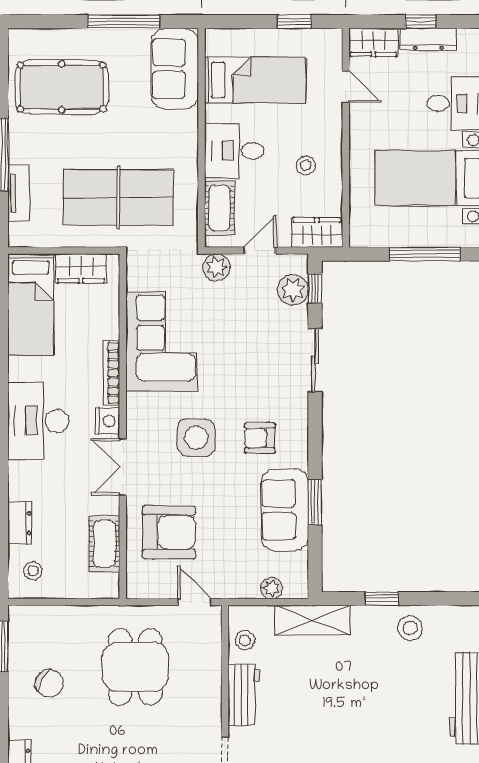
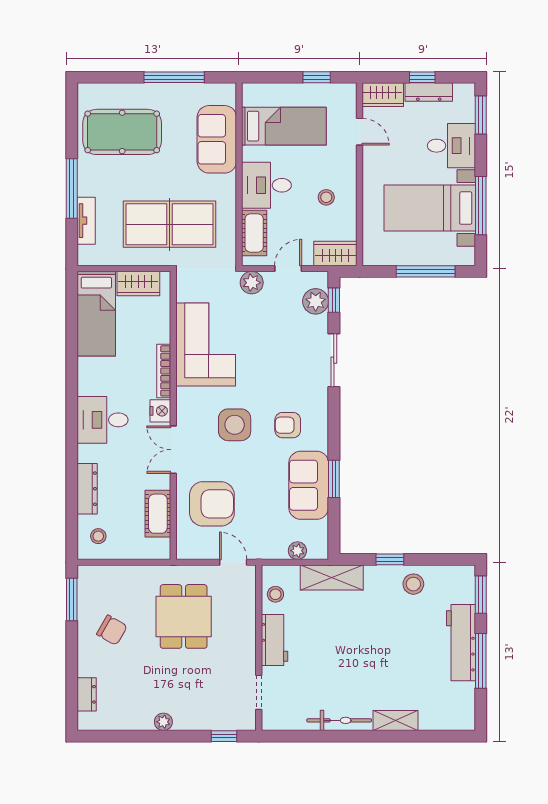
sofa: (175, 69) -> (217, 139), moved
desk: (38, 421) -> (103, 420), width x0.73
dresser: (20, 523) -> (87, 489), width x1.44

